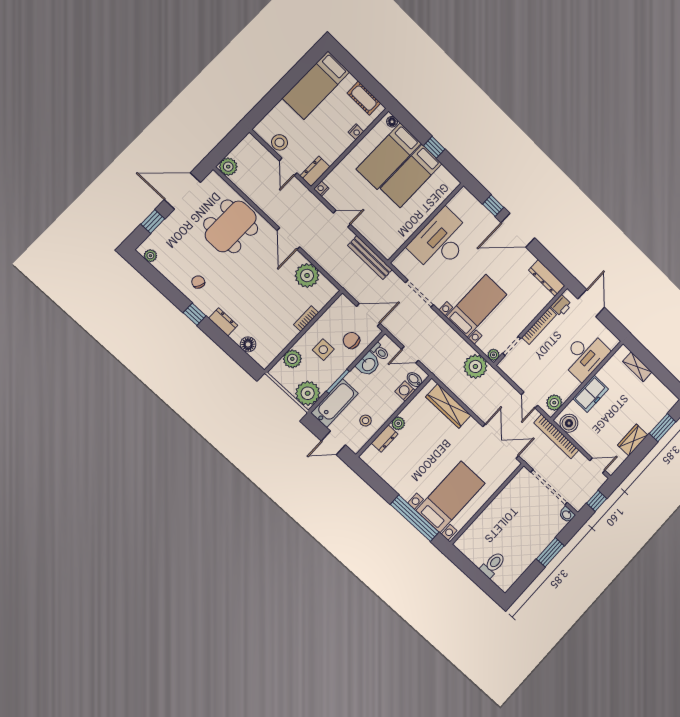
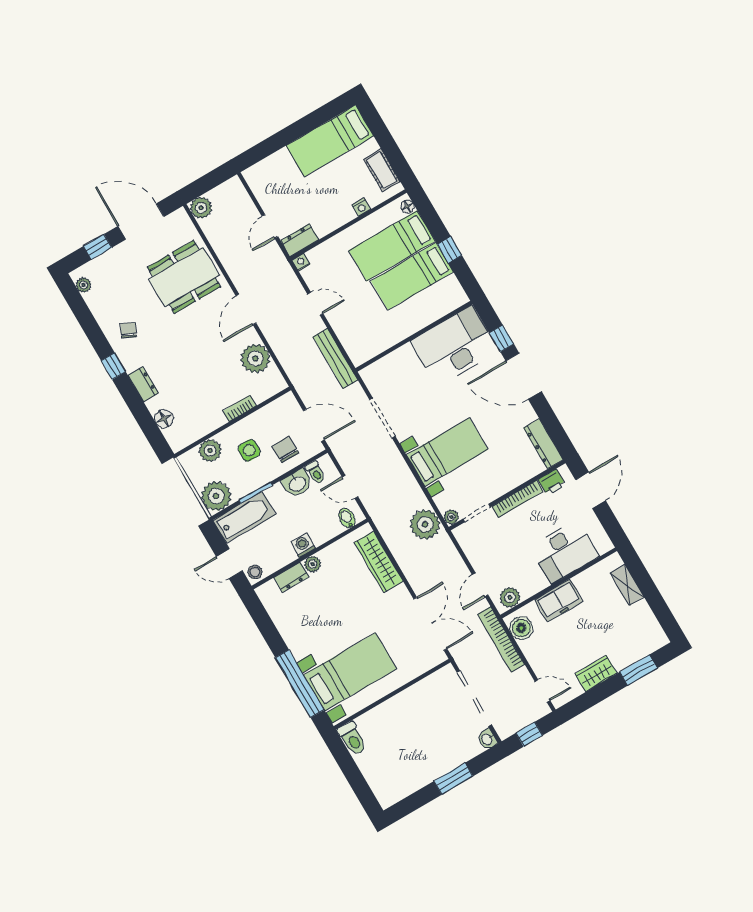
stool: (280, 142) -> (268, 196), removed
desk: (441, 241) -> (454, 346), moved
washing machine: (405, 391) -> (303, 545), moved
stool: (366, 421) -> (255, 572), moved
toilet: (493, 565) -> (352, 738), moved, turned 90

